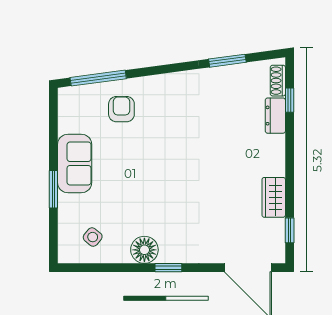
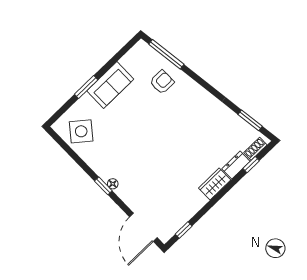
window: (227, 61) -> (250, 120), moved
wardrobe: (274, 197) -> (215, 184), moved
side table: (93, 237) -> (81, 131), width x1.87, depth x1.87
floor lamp: (144, 250) -> (113, 184), moved, width x0.53, depth x0.53

